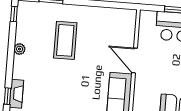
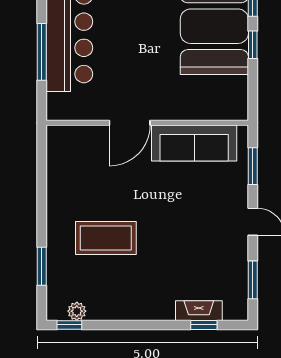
plant: (20, 49) -> (77, 311), moved

